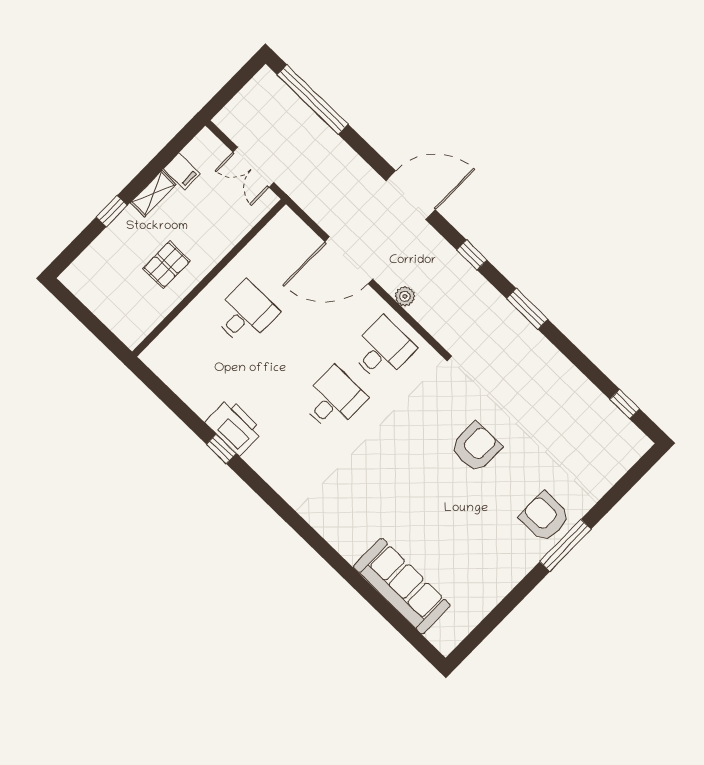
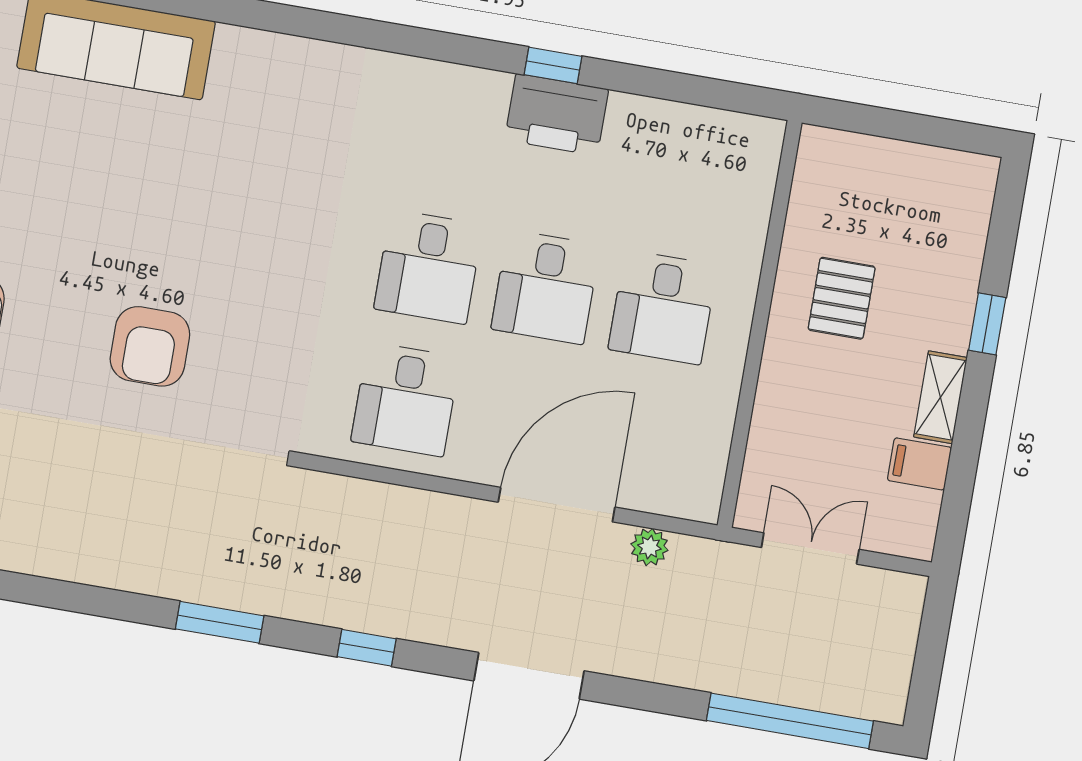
plant: (405, 296) -> (649, 547), moved
desk: (290, 356) -> (546, 287), added

